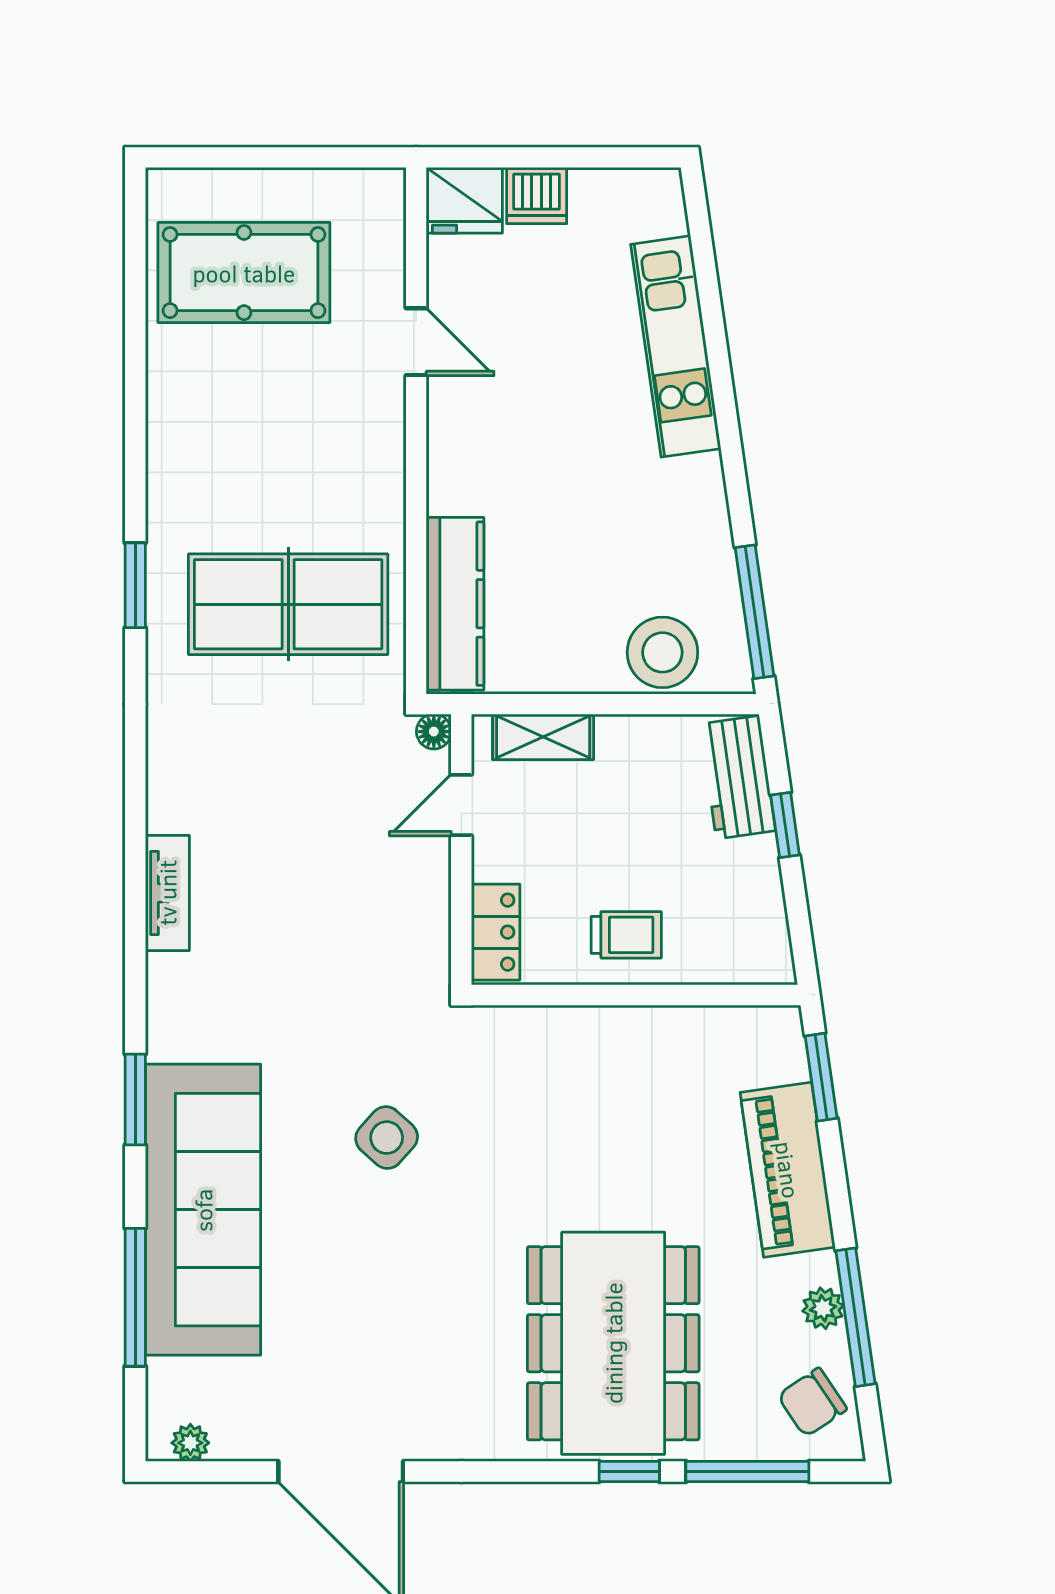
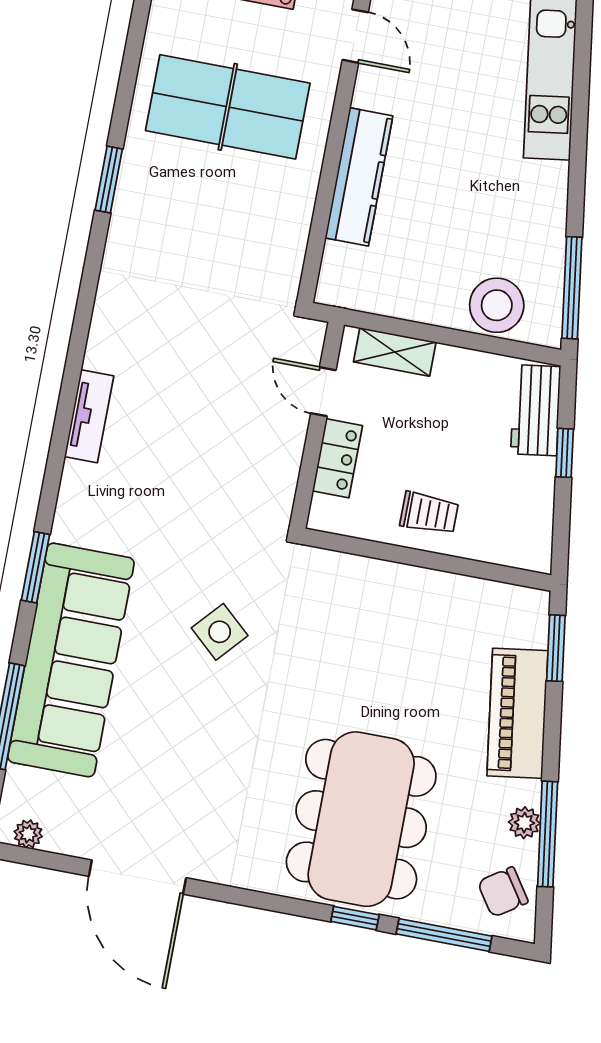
table tennis table: (288, 604) -> (228, 107), moved
kitchen counter: (455, 604) -> (359, 177), moved
floor lamp: (434, 732) -> (313, 332), removed
door: (461, 805) -> (323, 392), hinge flipped
locker: (496, 932) -> (337, 458), moved

